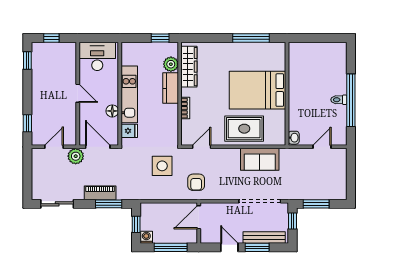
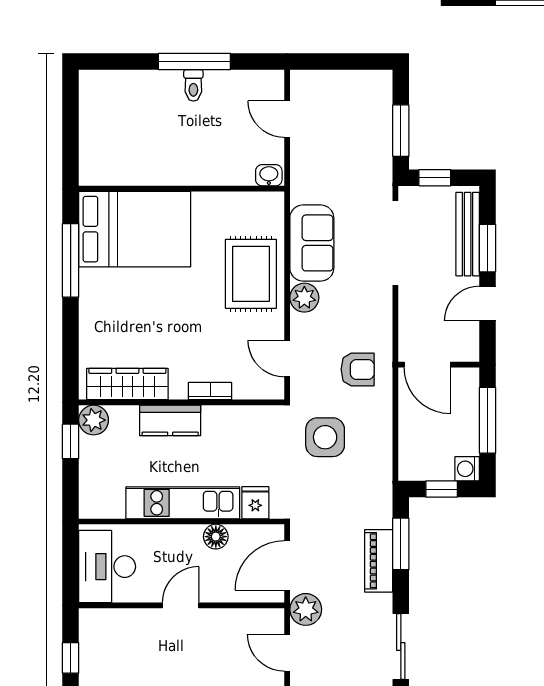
plant: (171, 64) -> (94, 420), moved
bed: (258, 90) -> (135, 229), moved, turned -90
window: (351, 100) -> (194, 61), width x0.68
plant: (232, 155) -> (304, 298), added

